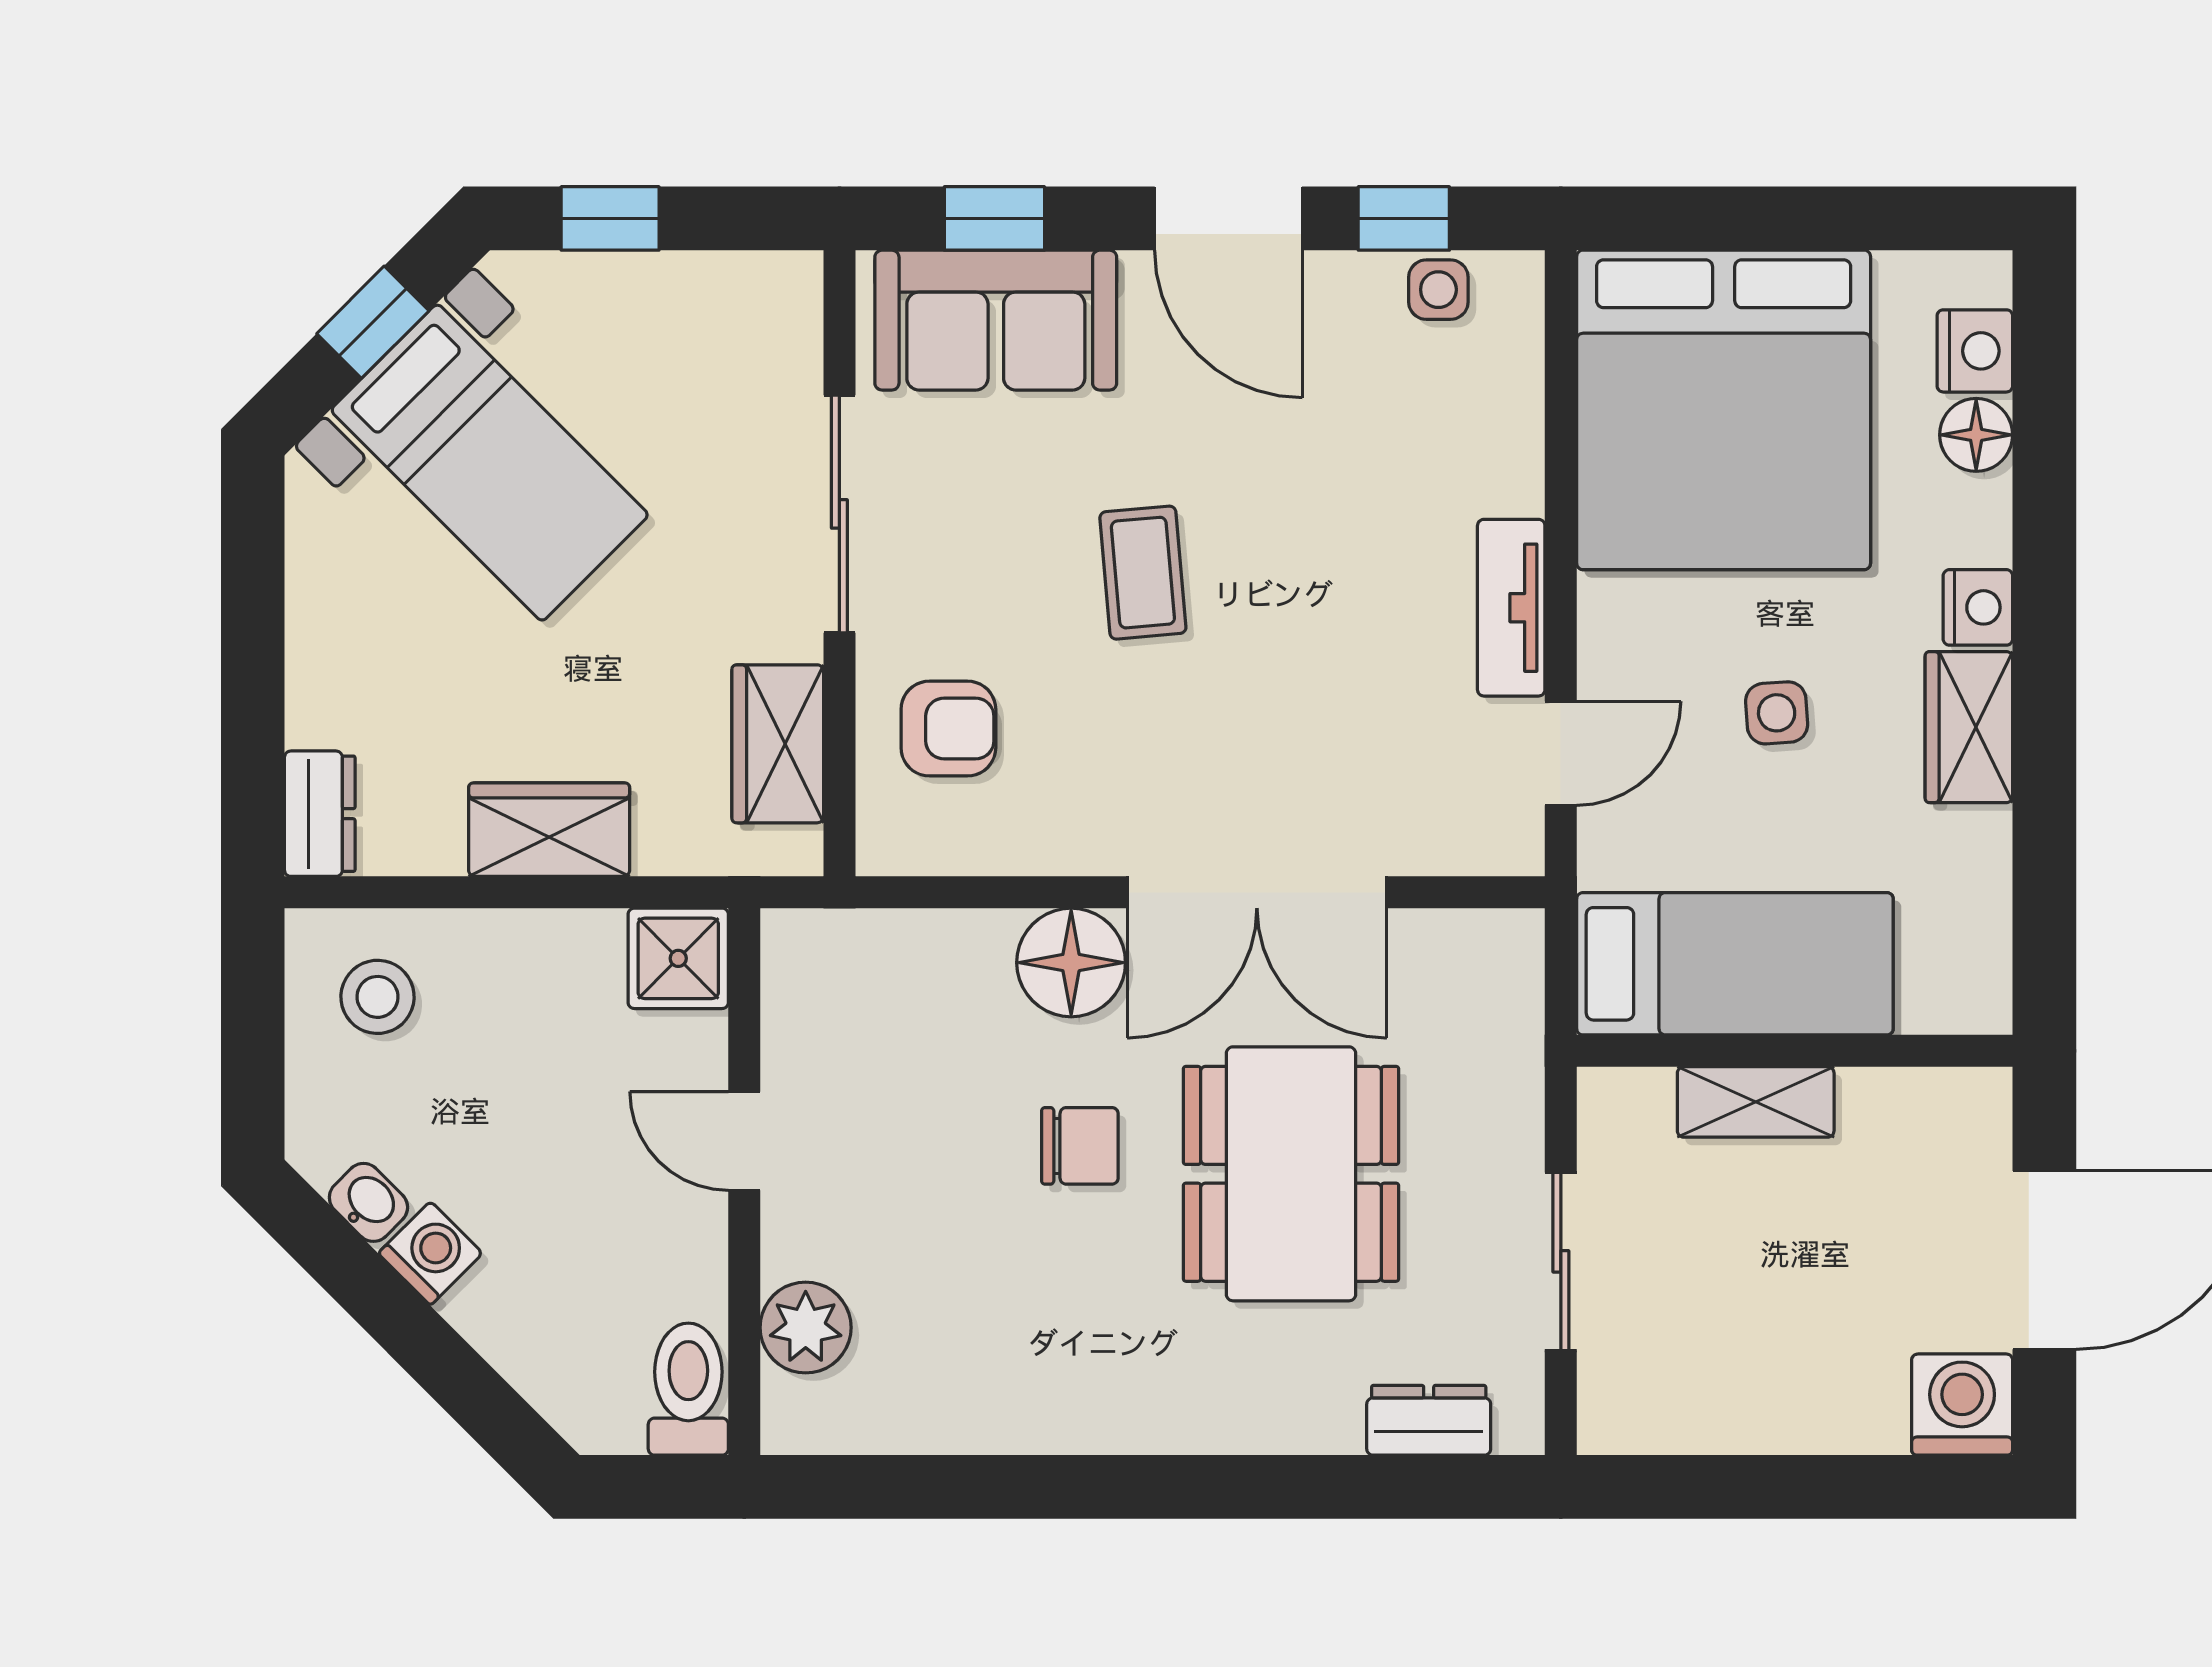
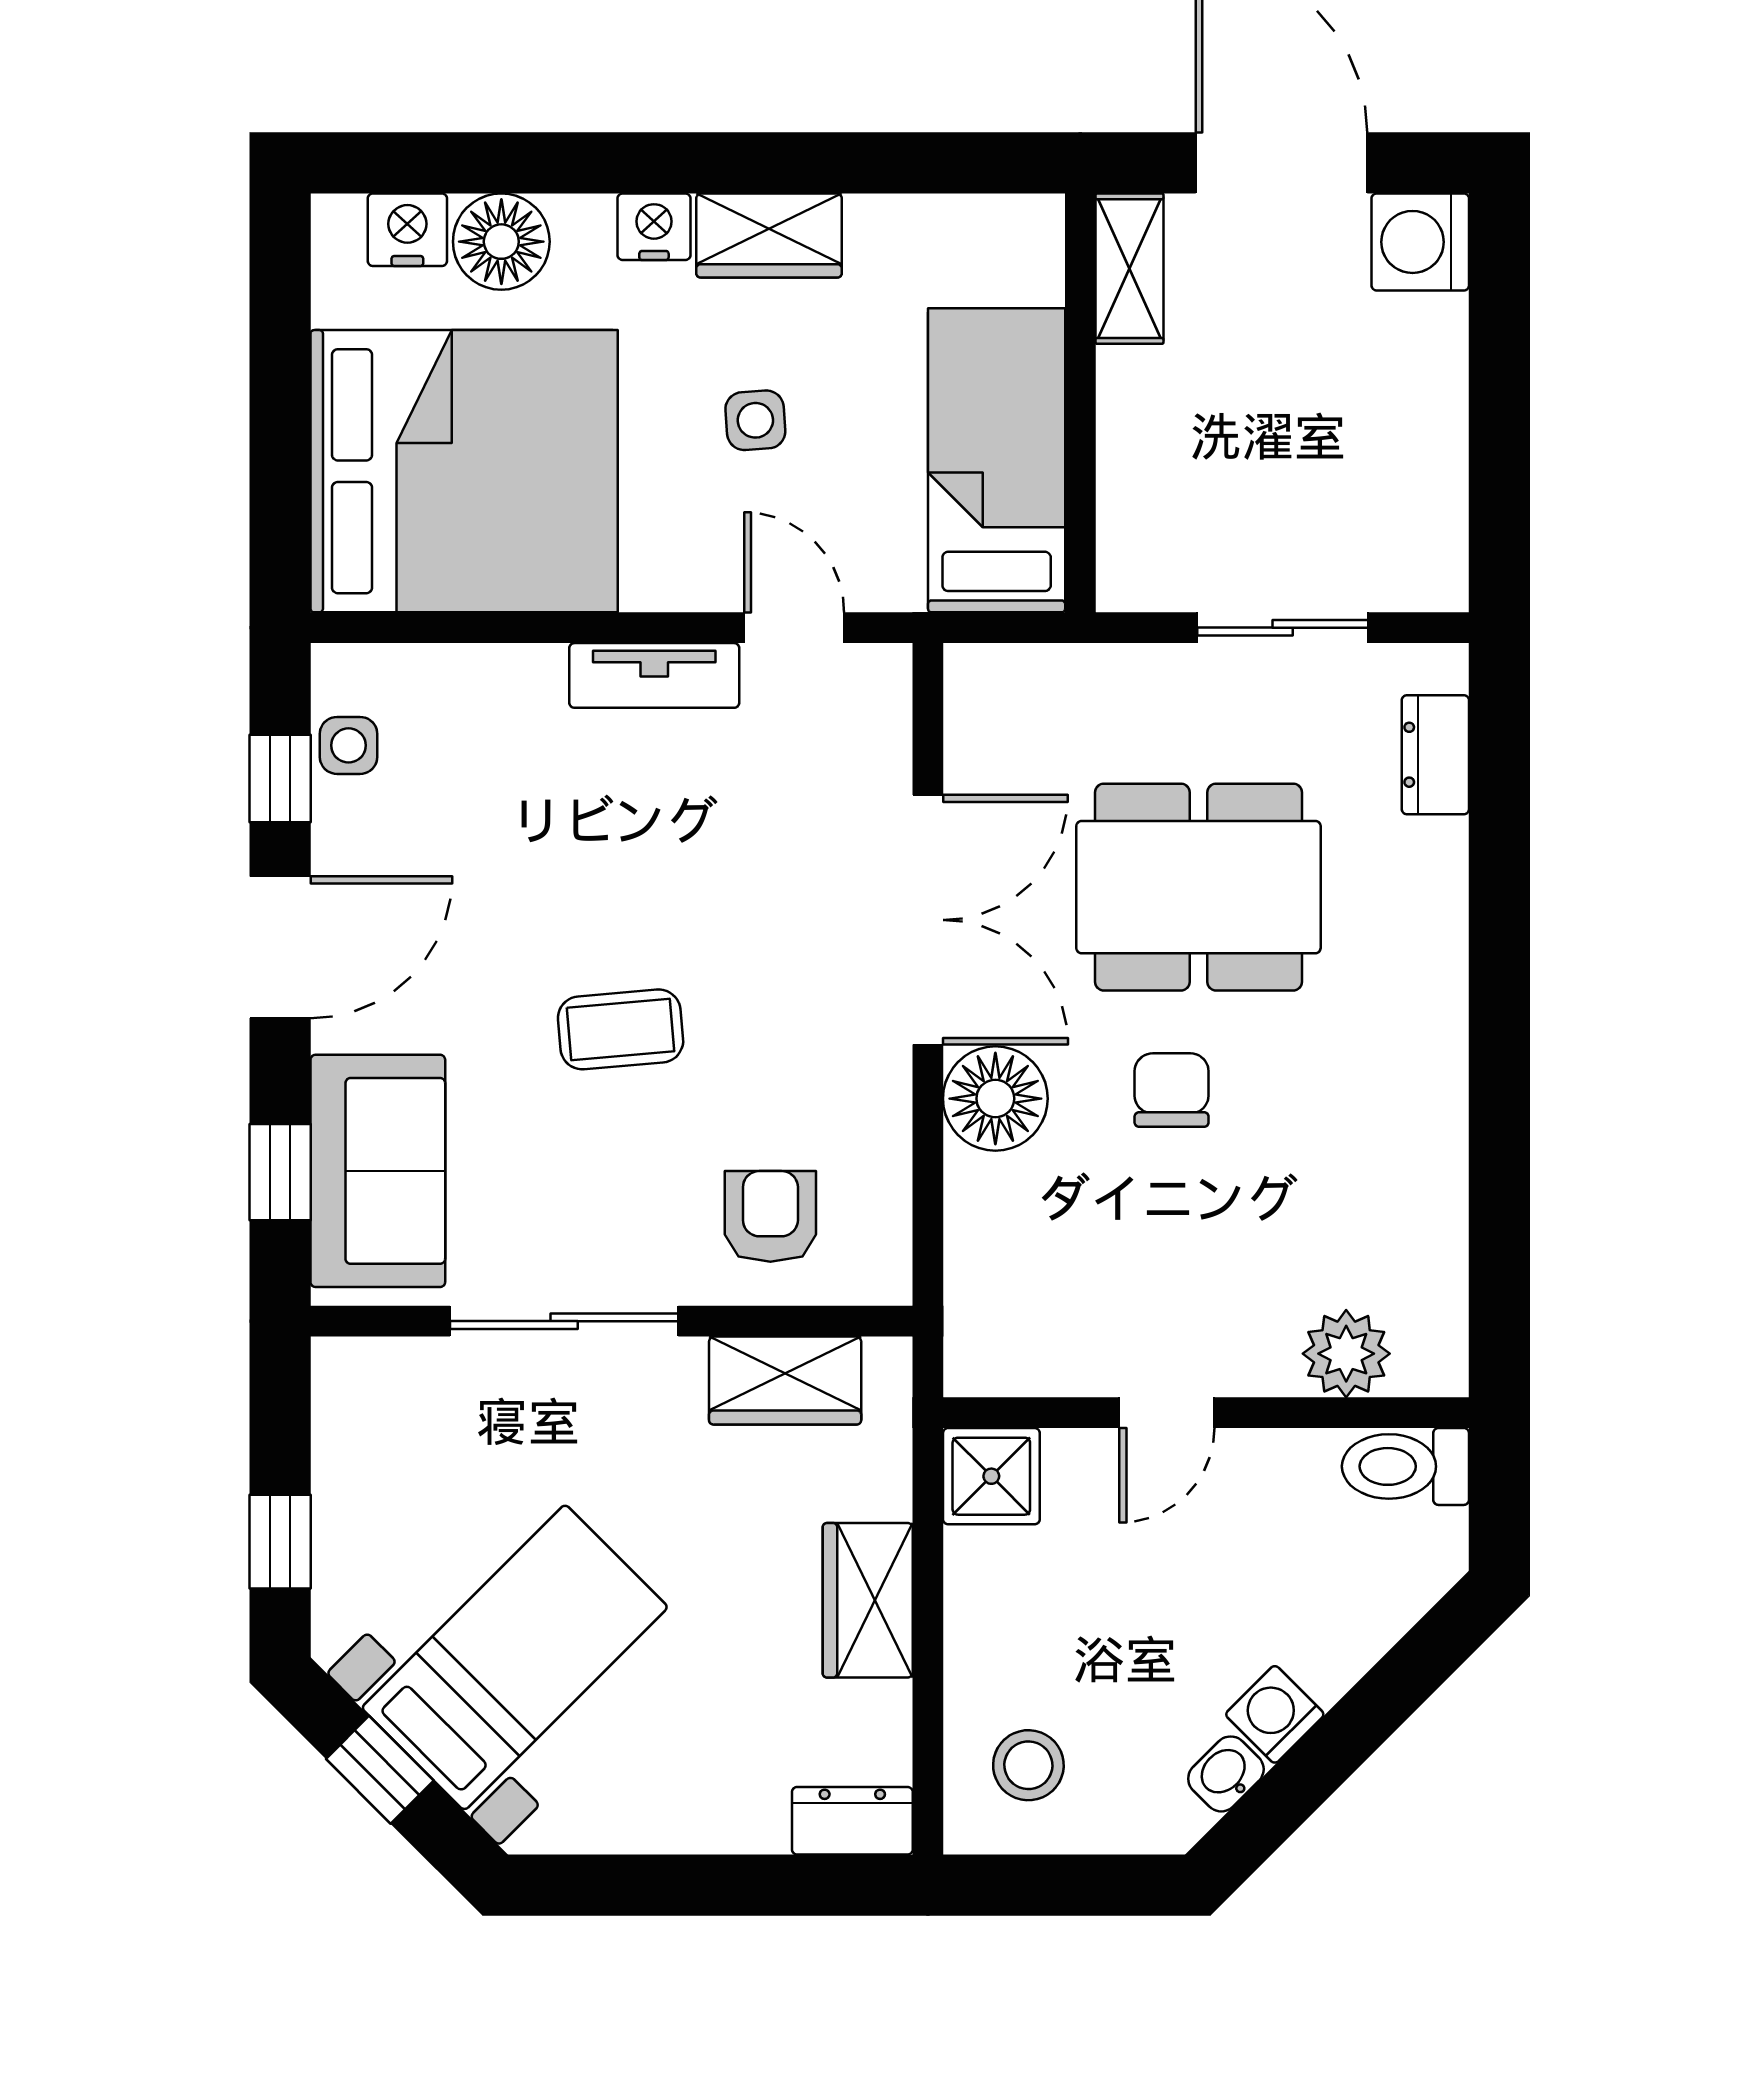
floor lamp: (1976, 435) -> (501, 242), width x1.38, depth x1.38
shelving: (1756, 1102) -> (1129, 269), moved

